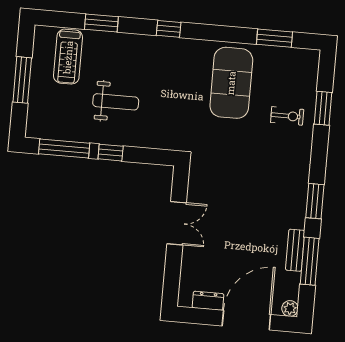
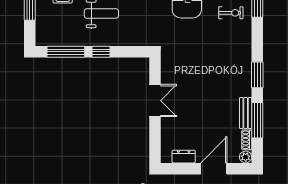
shoe rack: (293, 286) -> (247, 140), added
door: (246, 320) -> (214, 169), width x0.73

